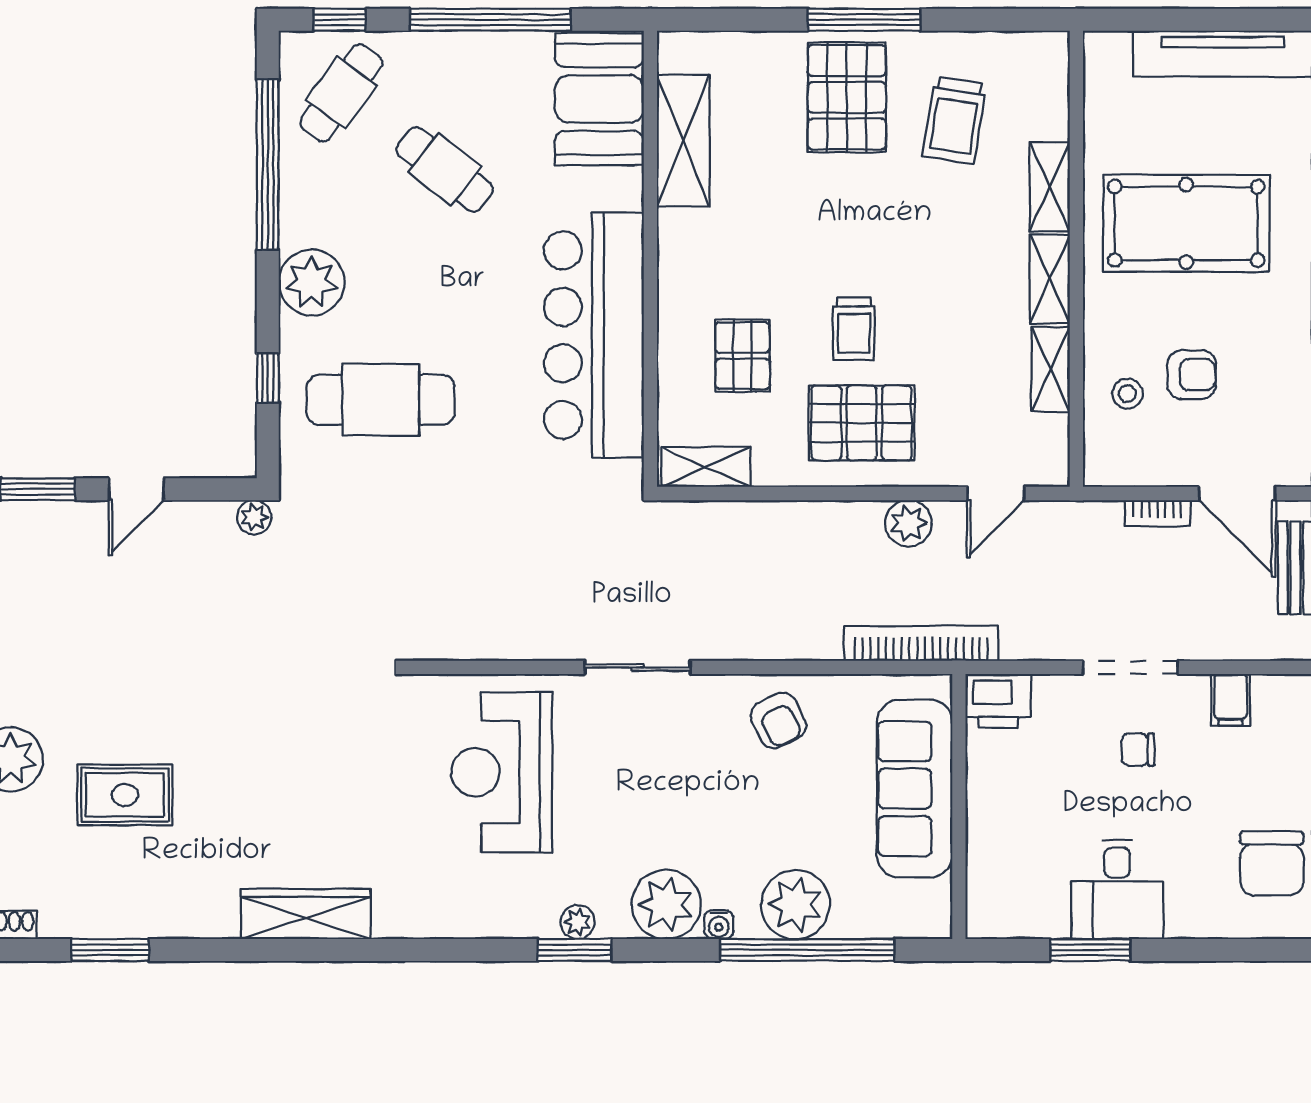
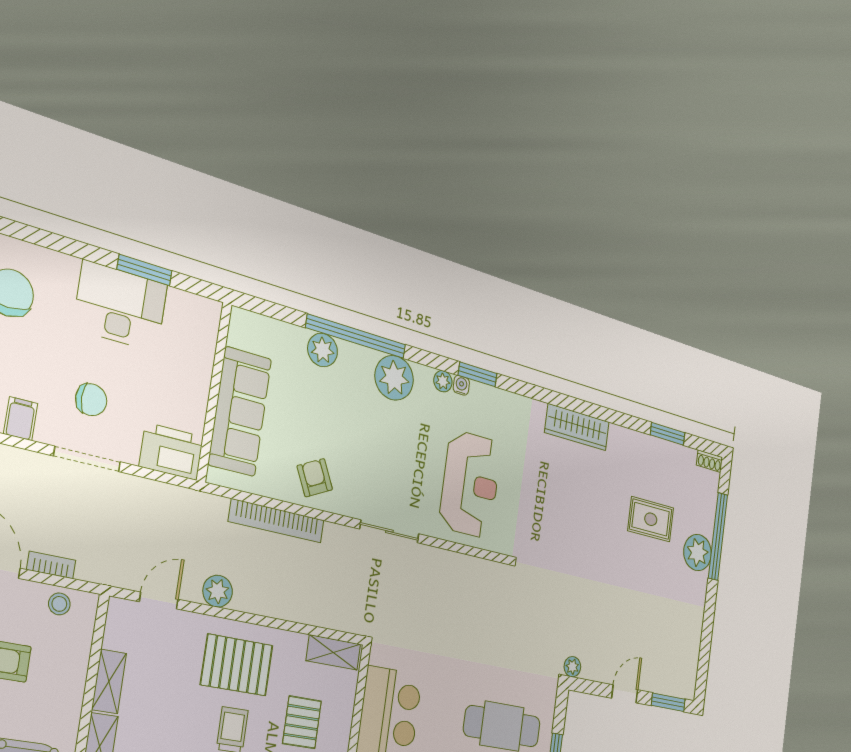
stool: (1127, 394) -> (59, 604), moved
bookcase: (921, 643) -> (277, 521), moved
printer: (998, 701) -> (171, 452), width x1.37, depth x1.19
chair: (1138, 750) -> (91, 400), width x1.37, depth x1.37
desk: (1117, 889) -> (120, 306), width x1.37
plant: (796, 905) -> (323, 350), width x0.73, depth x0.73
water cooler: (719, 925) -> (461, 385), moved
window: (575, 950) -> (478, 374), moved
window: (807, 950) -> (356, 336), moved

